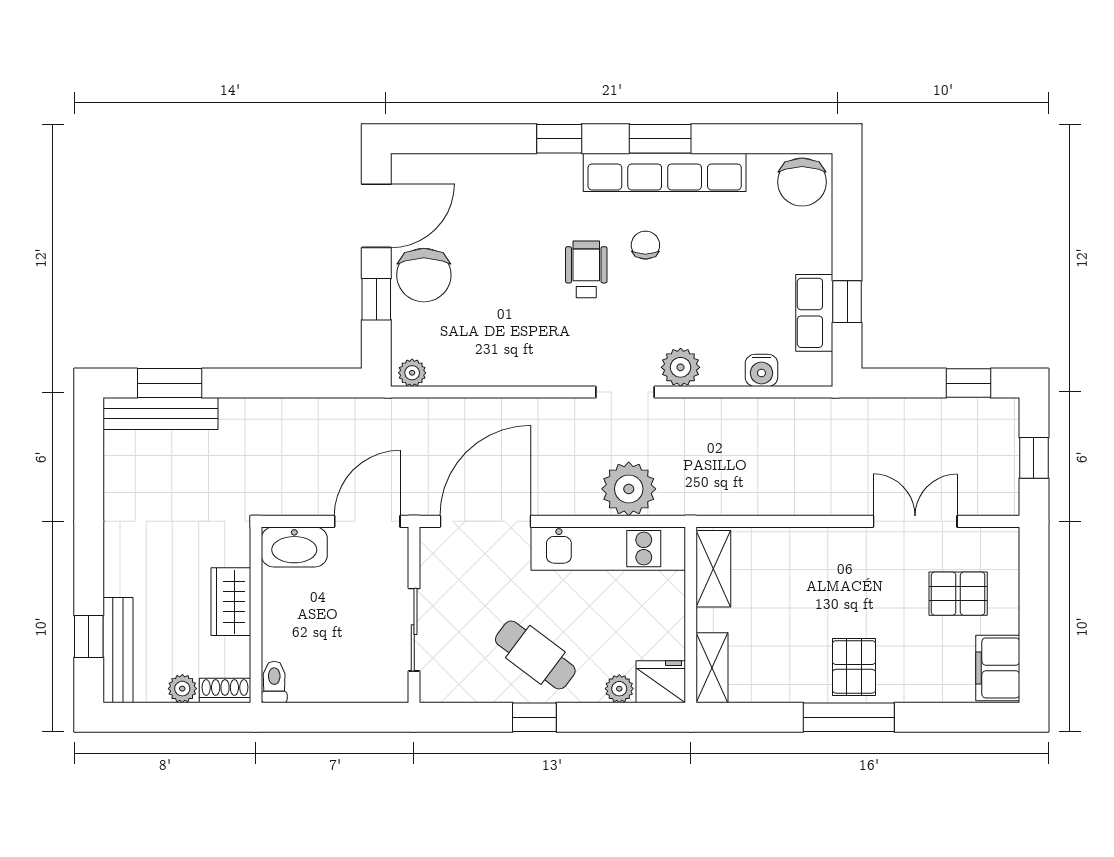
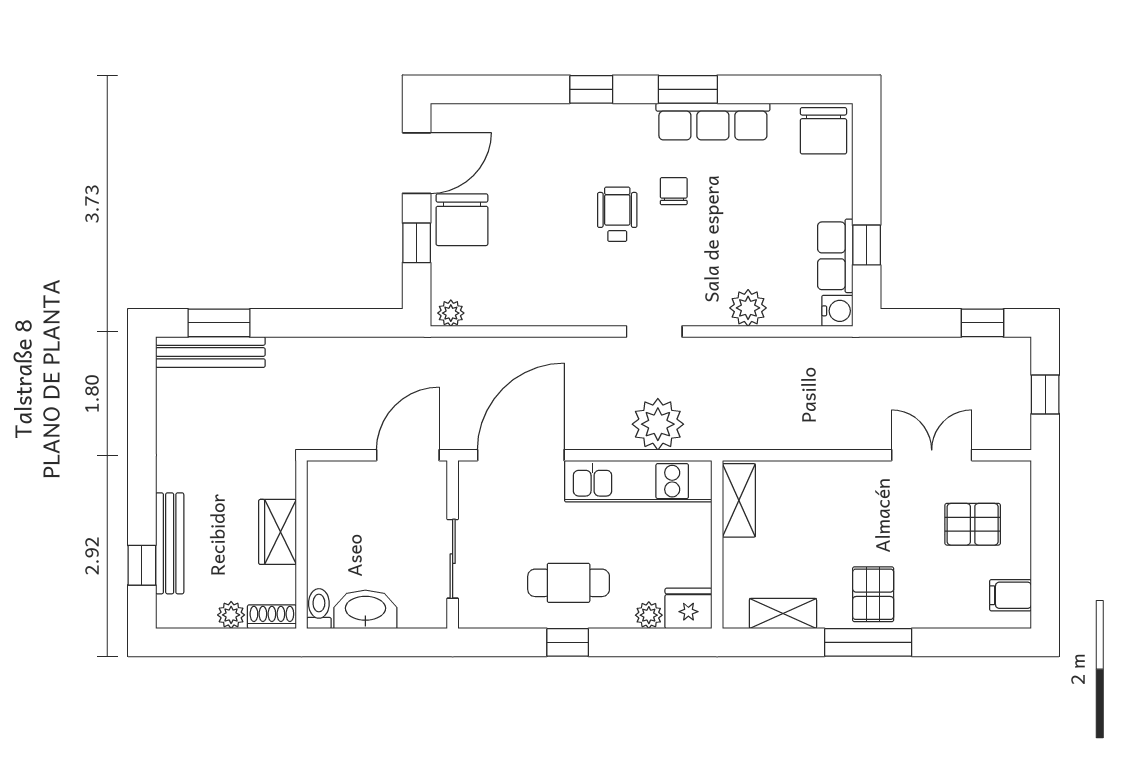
row of seats: (665, 172) -> (713, 122), width x0.73
plant: (681, 367) -> (748, 308), moved
water cooler: (761, 370) -> (837, 311), moved, turned -90
washbasin: (294, 547) -> (365, 609), moved, turned 180
bench: (118, 650) -> (170, 543), moved
cafe table: (535, 655) -> (569, 583), turned -37
shelving: (712, 668) -> (783, 614), moved, turned 90
filing cabinet: (998, 668) -> (1011, 595), width x0.50

